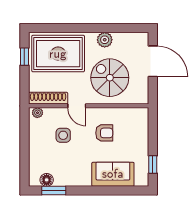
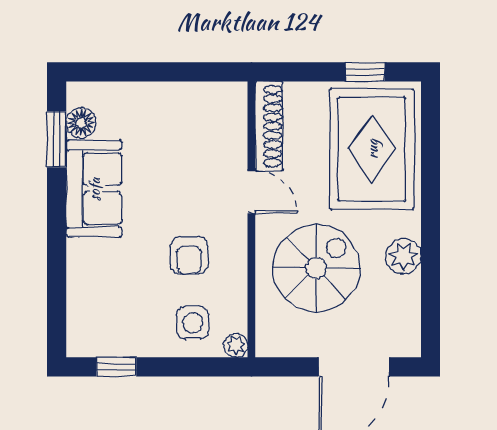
door: (77, 106) -> (251, 192), swing flipped
plant: (37, 113) -> (236, 345), moved
side table: (63, 135) -> (193, 323), moved
sofa: (113, 174) -> (94, 189), moved

